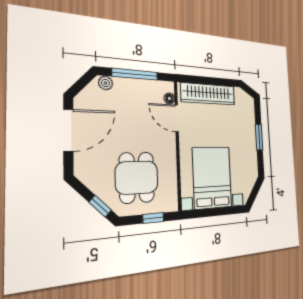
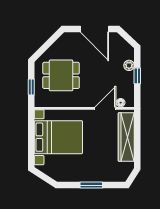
window: (135, 74) -> (137, 76), width x0.46
plant: (106, 83) -> (129, 65), moved
window: (100, 206) -> (43, 49), removed

